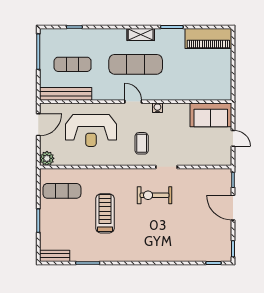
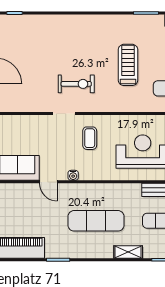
shelving: (141, 34) -> (128, 252), moved
door: (133, 102) -> (48, 182), moved
treadmill: (105, 213) -> (128, 65), turned 180

